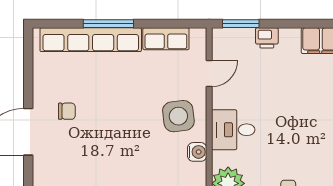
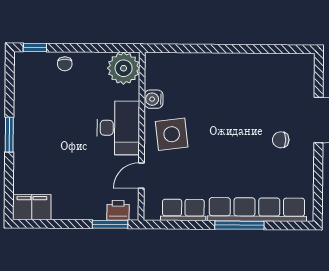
printer: (267, 38) -> (118, 210), moved
desk: (233, 130) -> (118, 128), width x1.37

